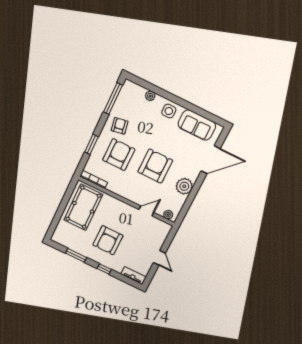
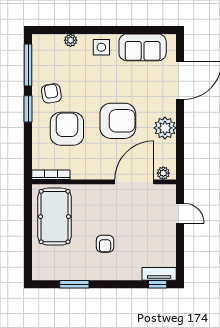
window: (91, 144) -> (28, 109), moved
armchair: (155, 166) -> (118, 121), turned 90
door: (146, 211) -> (134, 182), width x1.87
armchair: (108, 240) -> (105, 244), width x0.53, depth x0.53
door: (159, 258) -> (180, 213), moved
window: (104, 269) -> (158, 284), moved

